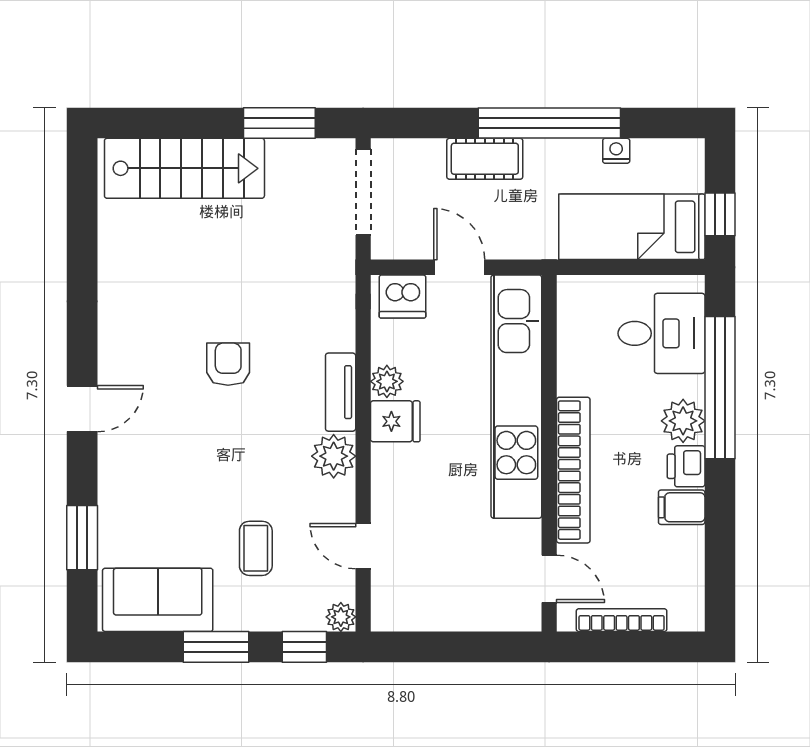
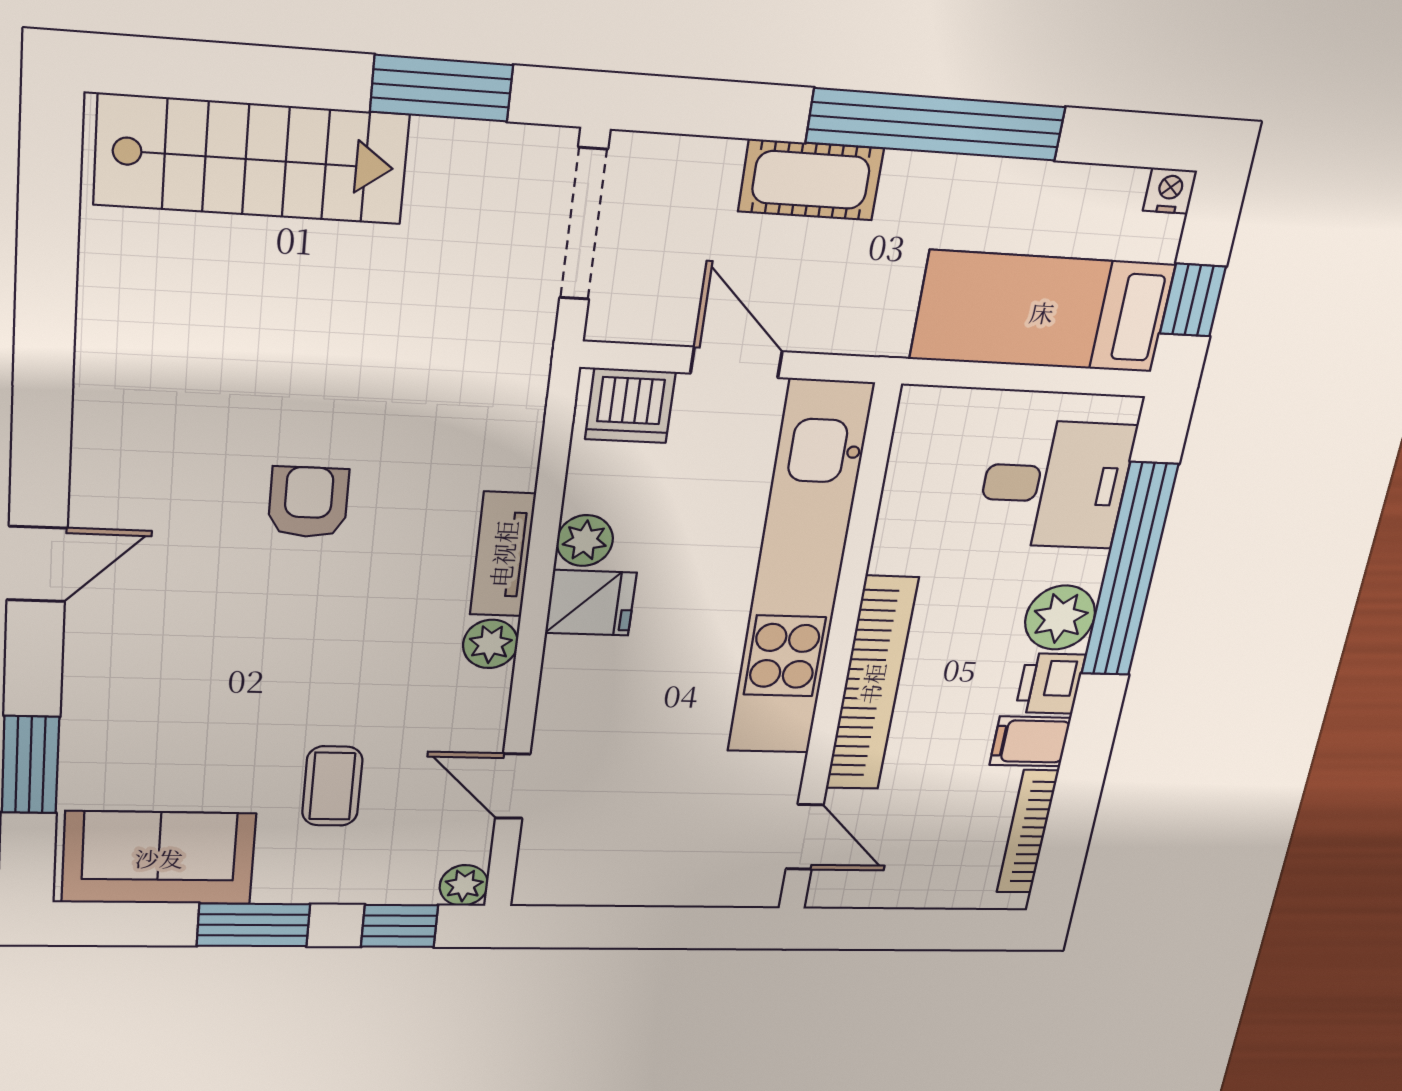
nightstand: (616, 151) -> (1170, 191), moved
plant: (334, 456) -> (490, 644), width x0.73, depth x0.73
bookcase: (622, 620) -> (1028, 832), moved, turned -90

